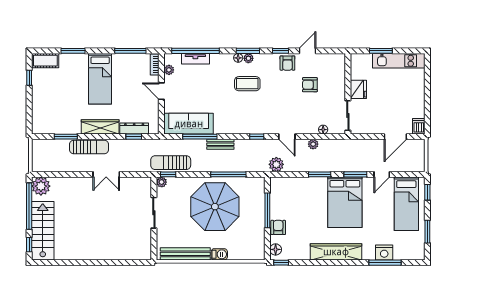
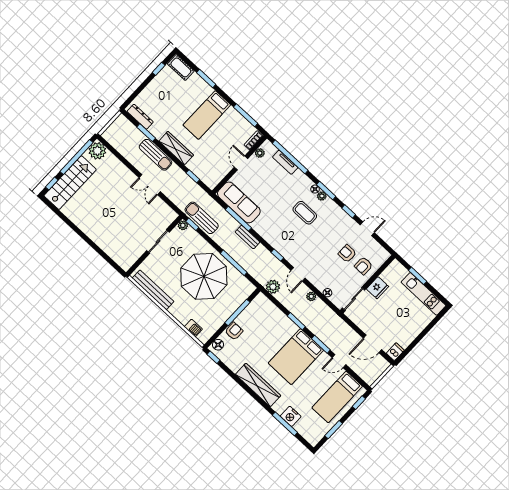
armchair: (287, 63) -> (363, 266), moved
dresser: (134, 128) -> (140, 117), moved
barbecue: (219, 254) -> (193, 328), moved

